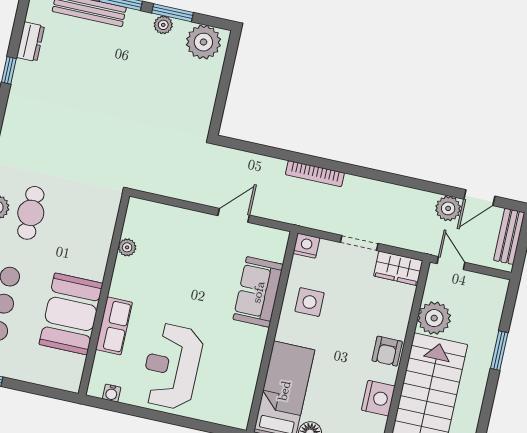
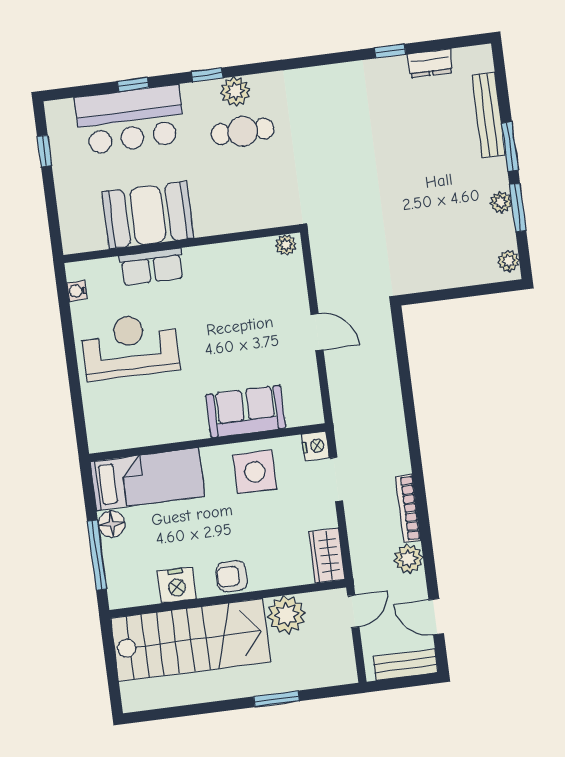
plant: (203, 42) -> (508, 261), width x0.53, depth x0.53
bookcase: (315, 174) -> (408, 508), moved
plant: (448, 208) -> (408, 559), moved
door: (234, 215) -> (317, 332), moved
doorway: (359, 243) -> (336, 479), moved
plant: (127, 247) -> (286, 245), moved
side table: (310, 302) -> (255, 472), width x1.37, depth x1.37

